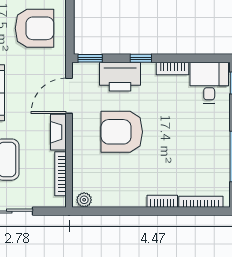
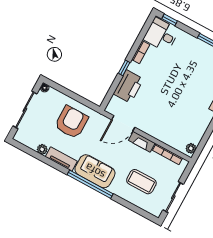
window: (90, 58) -> (108, 98), removed
door: (69, 96) -> (123, 123), hinge flipped
armchair: (122, 132) -> (162, 103), removed

